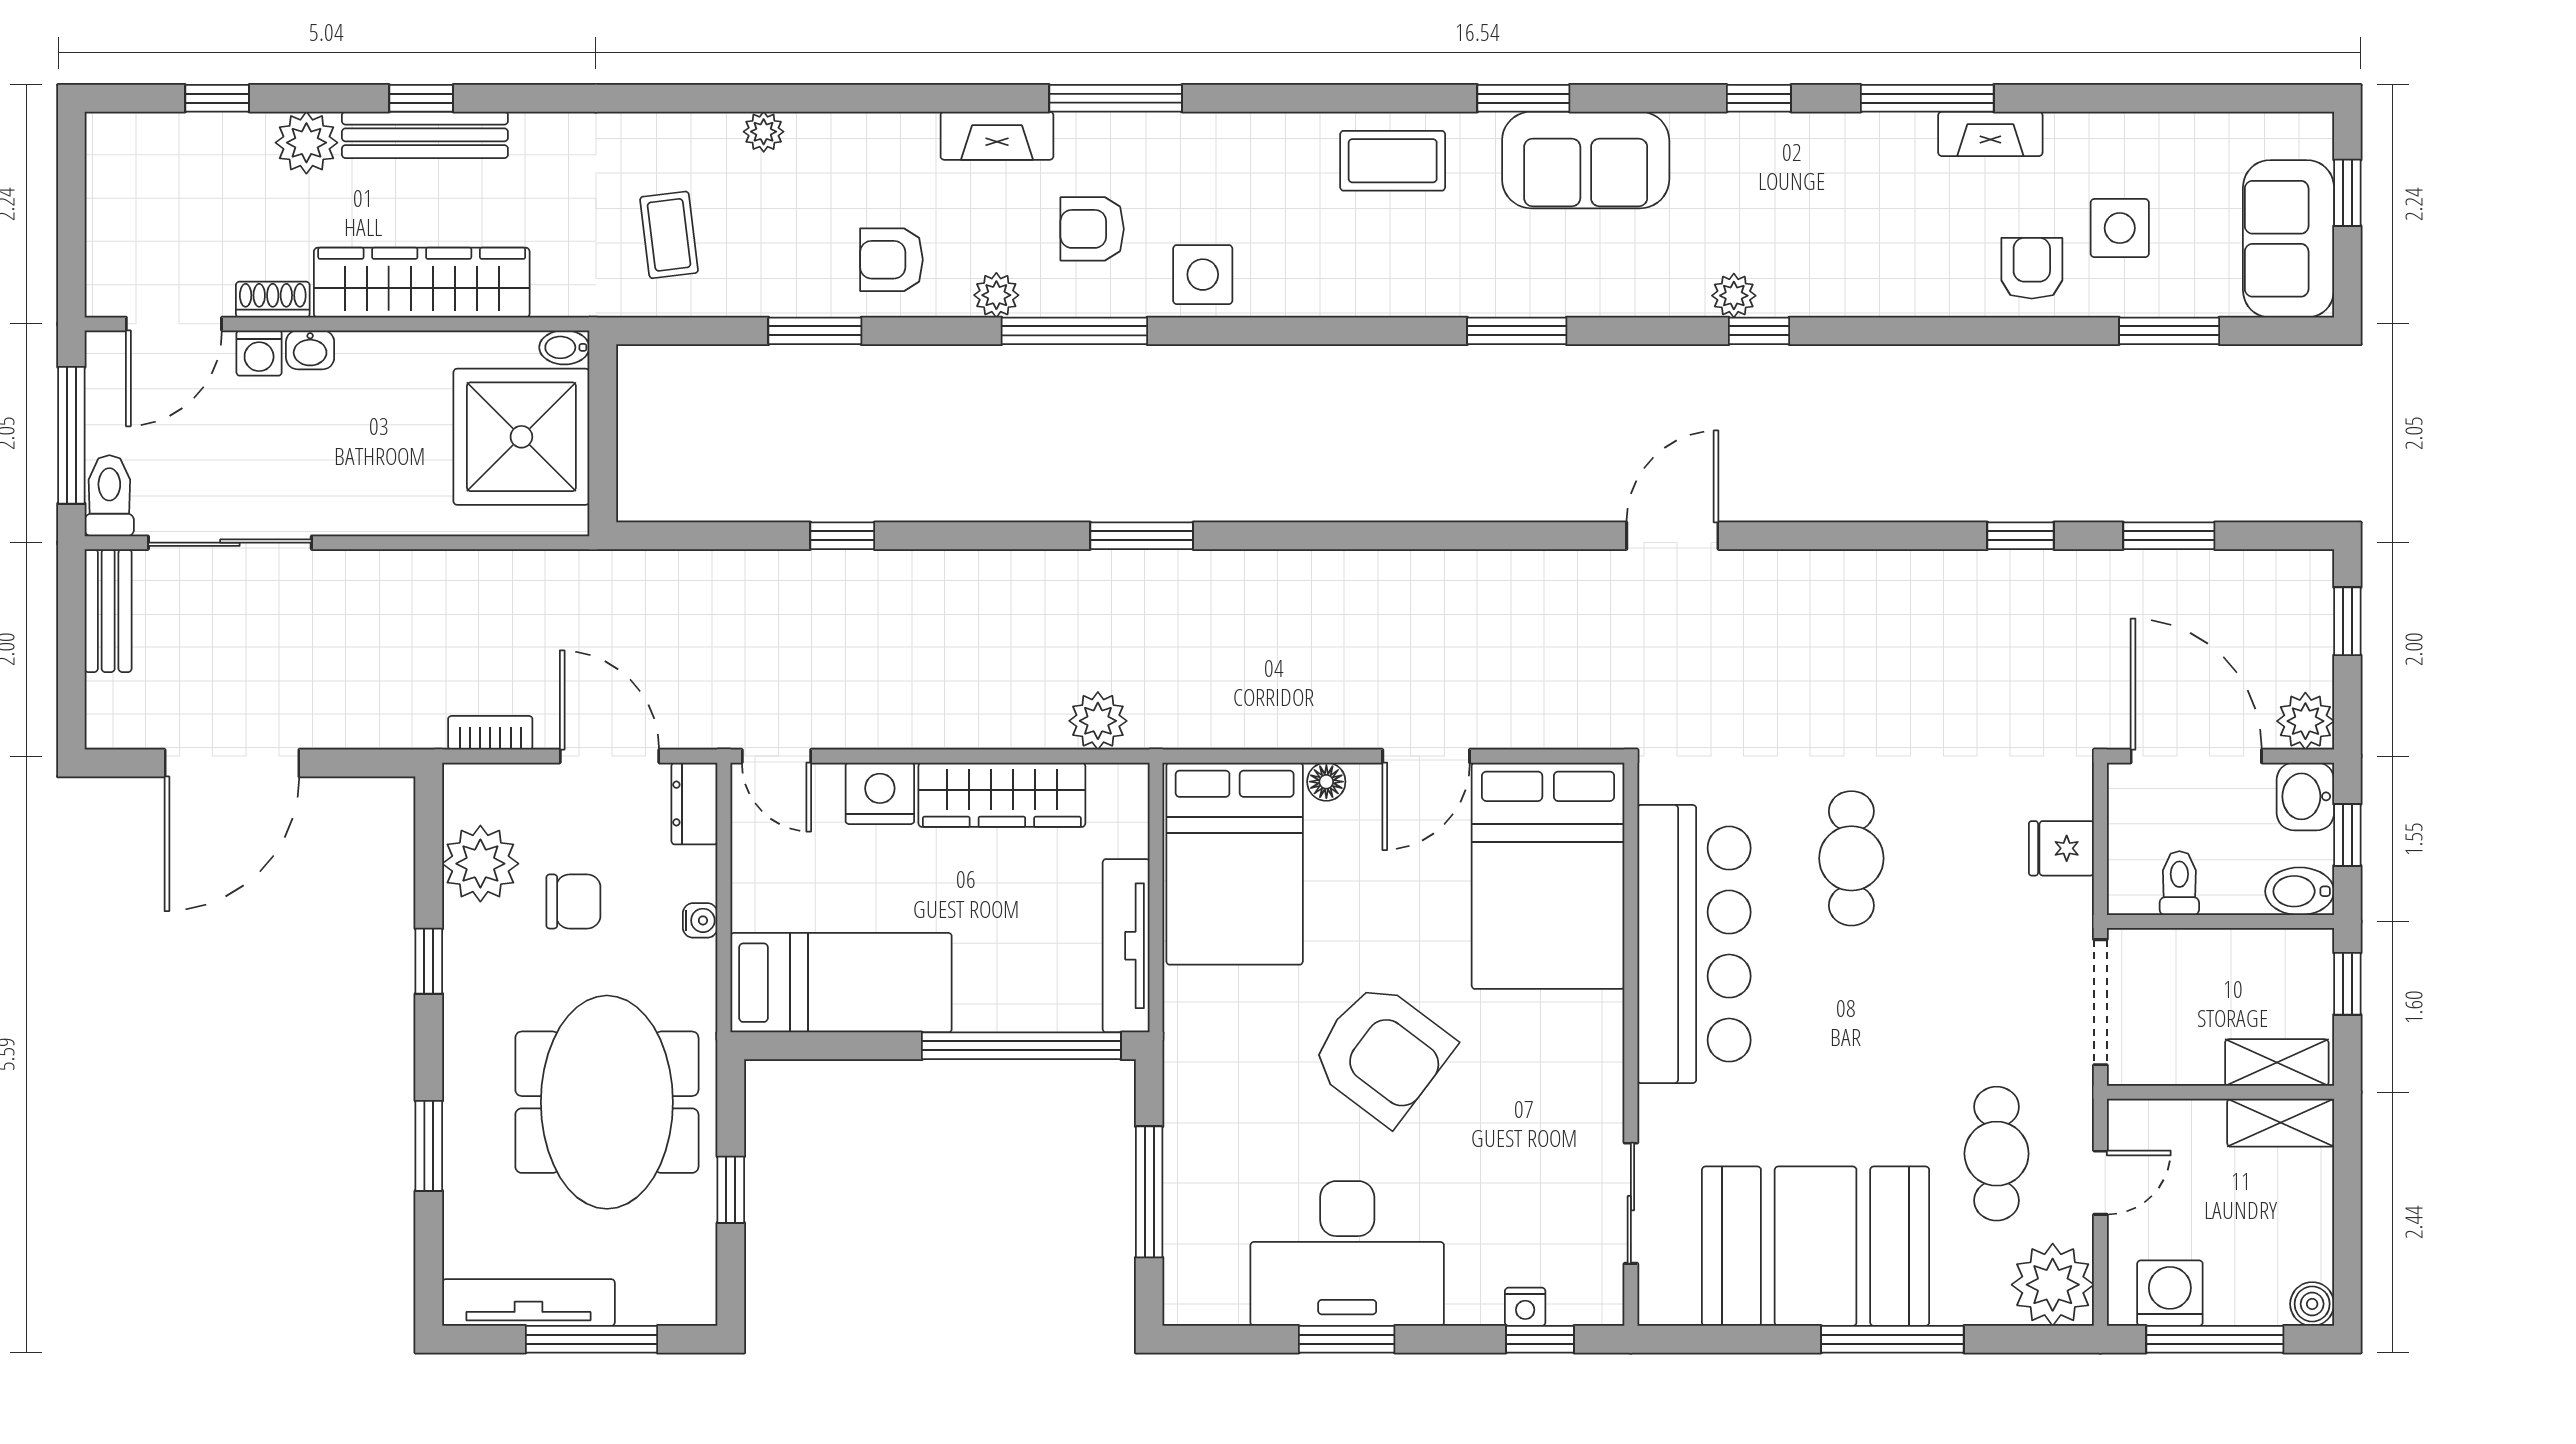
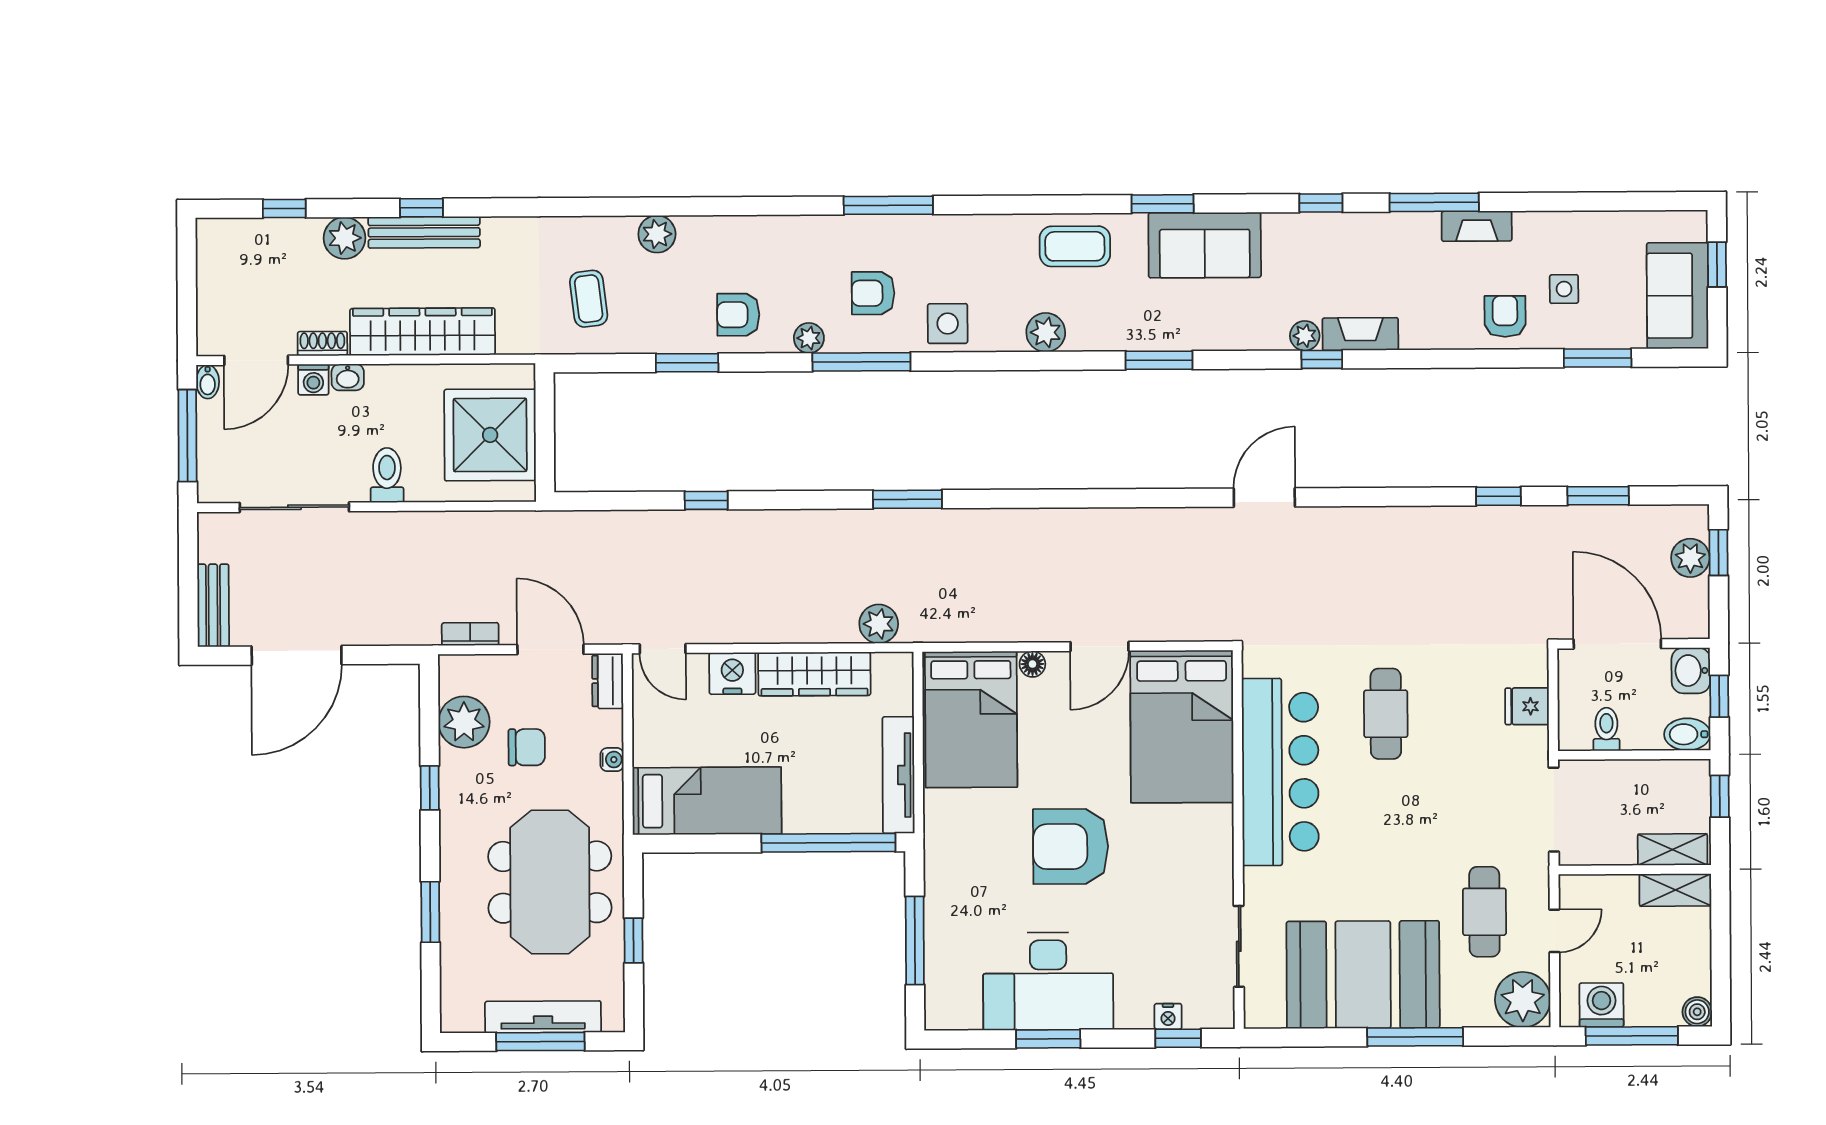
plant: (764, 132) -> (657, 234), width x1.38, depth x1.38
fireplace: (997, 136) -> (1360, 334), moved, turned 180
side table: (2120, 228) -> (1564, 289), width x0.73, depth x0.73
plant: (1349, 289) -> (1046, 332), added
bidet: (564, 347) -> (208, 382), moved, turned -90
toilet: (109, 496) -> (387, 475), moved
bench: (108, 611) -> (213, 605), moved
plant: (2305, 721) -> (1690, 558), moved
armchair: (1382, 1053) -> (1071, 847), turned 143
tv unit: (528, 1303) -> (543, 1017), moved

